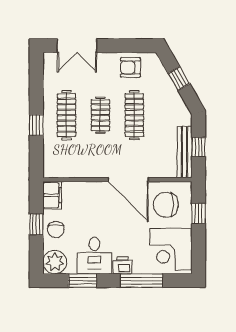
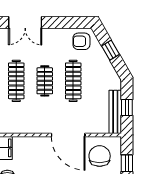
armchair: (130, 67) -> (81, 41), moved
chair: (166, 205) -> (100, 156), turned 90

